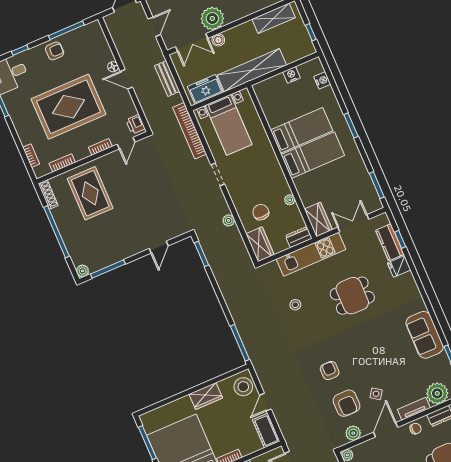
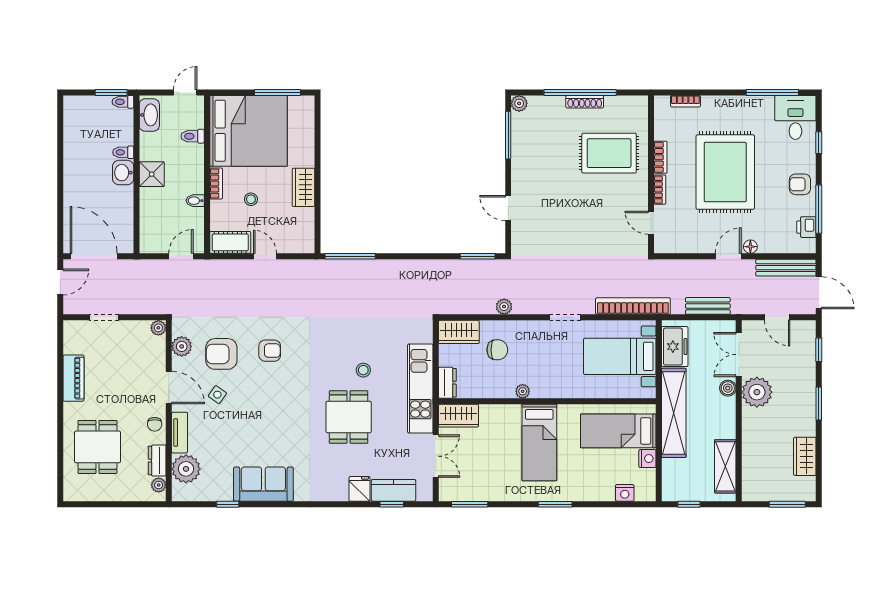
bench: (117, 36) -> (786, 268), added
armchair: (55, 51) -> (800, 184), turned 90
printer: (135, 124) -> (806, 227), moved, turned -90
bed: (302, 130) -> (618, 431), moved, turned 90
bookcase: (62, 163) -> (660, 157), moved
shoe rack: (48, 194) -> (585, 102), moved
plant: (290, 200) -> (523, 391), moved
stool: (295, 305) -> (363, 370), moved
stool: (243, 387) -> (251, 199), moved, width x0.53, depth x0.53

